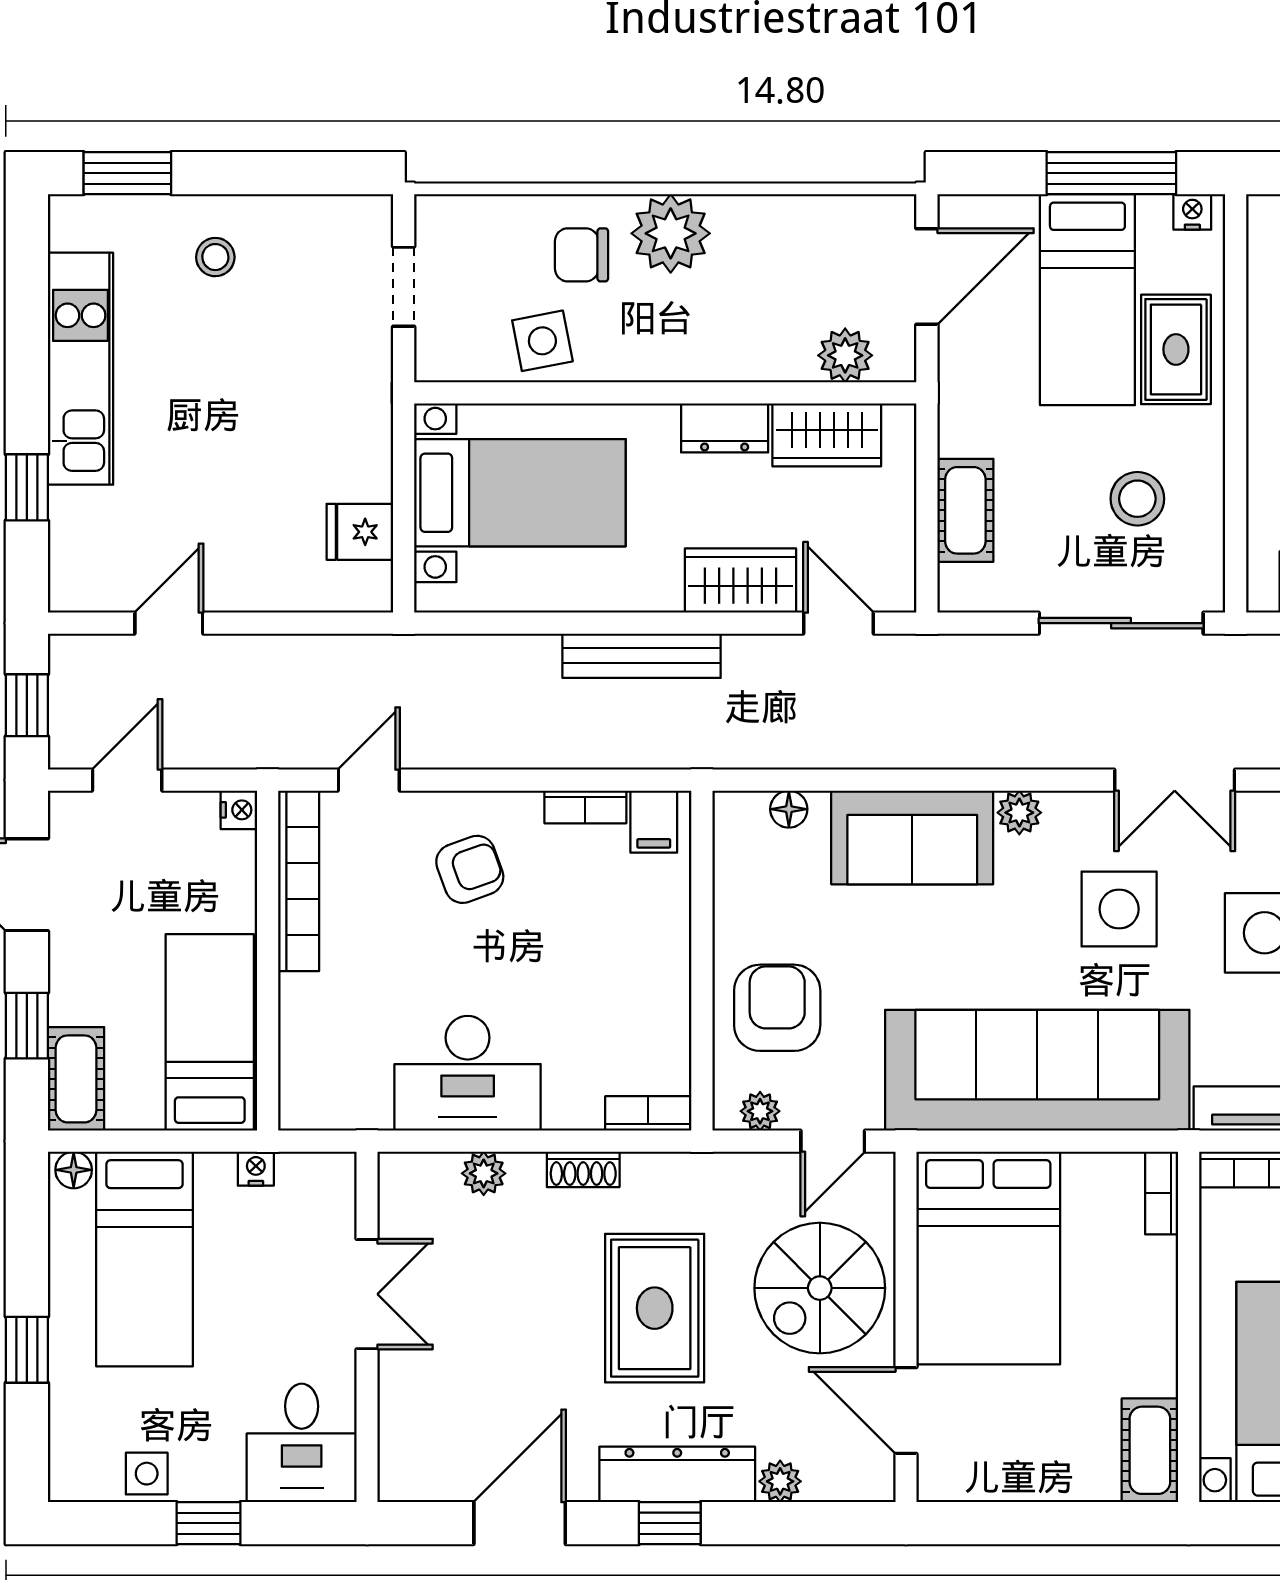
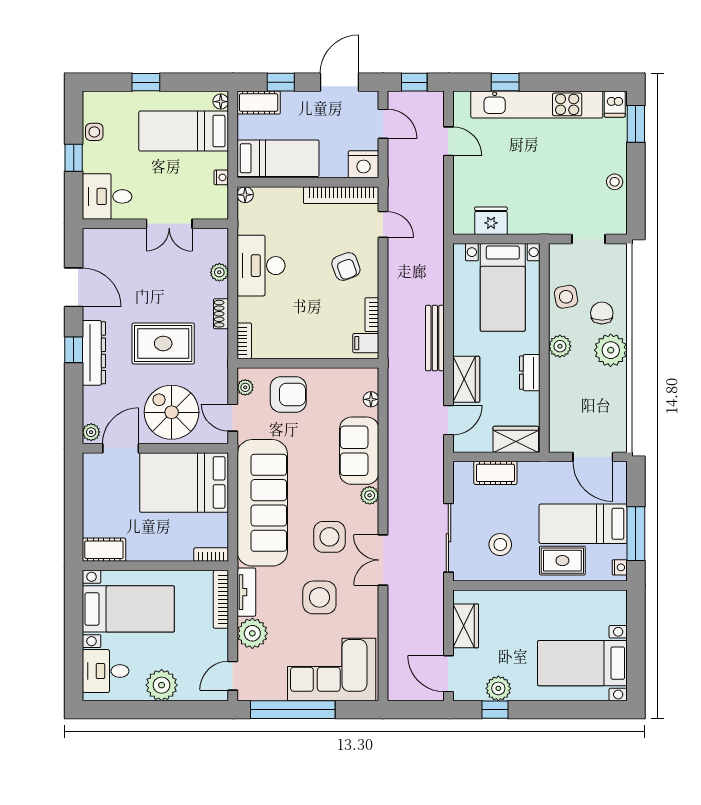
dishwasher: (80, 224) -> (615, 104), added
stool: (215, 257) -> (615, 182), moved
plant: (845, 355) -> (560, 346), moved
kitchen unit: (81, 369) -> (537, 104), width x1.36
wardrobe: (827, 435) -> (516, 439), moved, turned 90
fridge: (360, 532) -> (491, 221), width x1.38
nightstand: (239, 810) -> (364, 164), width x1.89, depth x1.79
floor lamp: (297, 1111) -> (245, 195), added
plant: (780, 1481) -> (91, 432), moved

